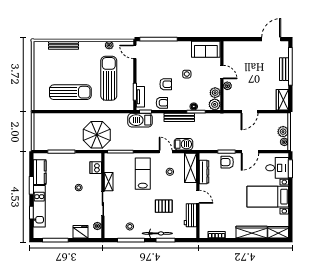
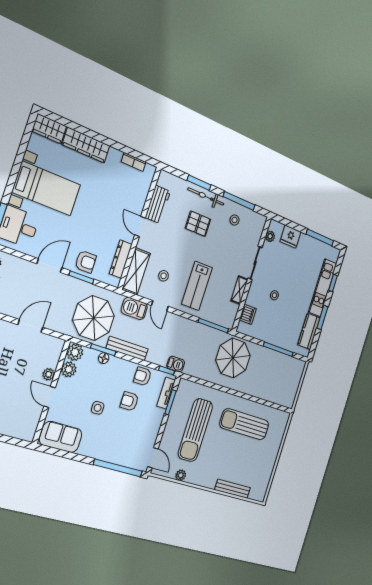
barbecue: (140, 120) -> (176, 364), width x0.53, depth x0.65
parasol: (210, 129) -> (94, 318), added
pallet: (164, 206) -> (198, 224), moved

